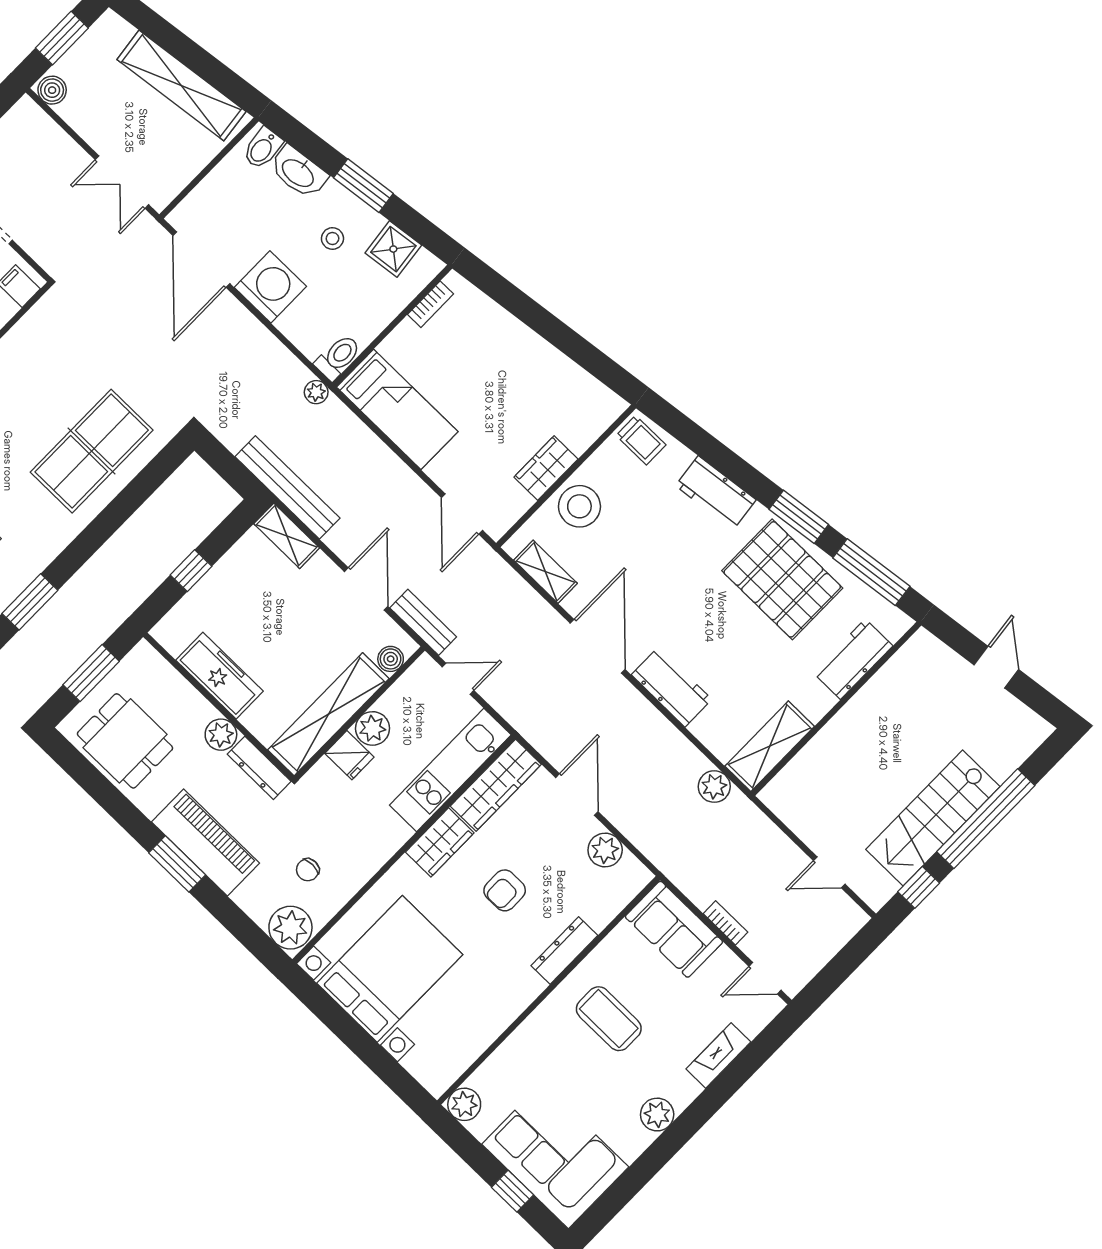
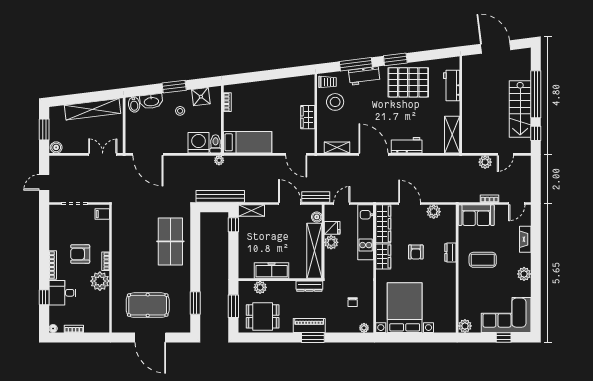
double door: (122, 182) -> (103, 154), swing flipped
washing machine: (270, 287) -> (199, 143), moved
bench: (287, 487) -> (220, 196), moved
stool: (579, 506) -> (335, 102), moved
window: (191, 571) -> (233, 225), moved
window: (871, 572) -> (356, 64), moved
door: (996, 667) -> (496, 47), width x1.87
plant: (221, 735) -> (260, 287), moved
fridge: (349, 755) -> (332, 228), moved
plant: (714, 787) -> (485, 162), moved
piano: (206, 843) -> (309, 325), width x0.73, depth x0.75
plant: (290, 928) -> (364, 328), width x0.53, depth x0.53
dresser: (564, 951) -> (450, 253), width x0.70

